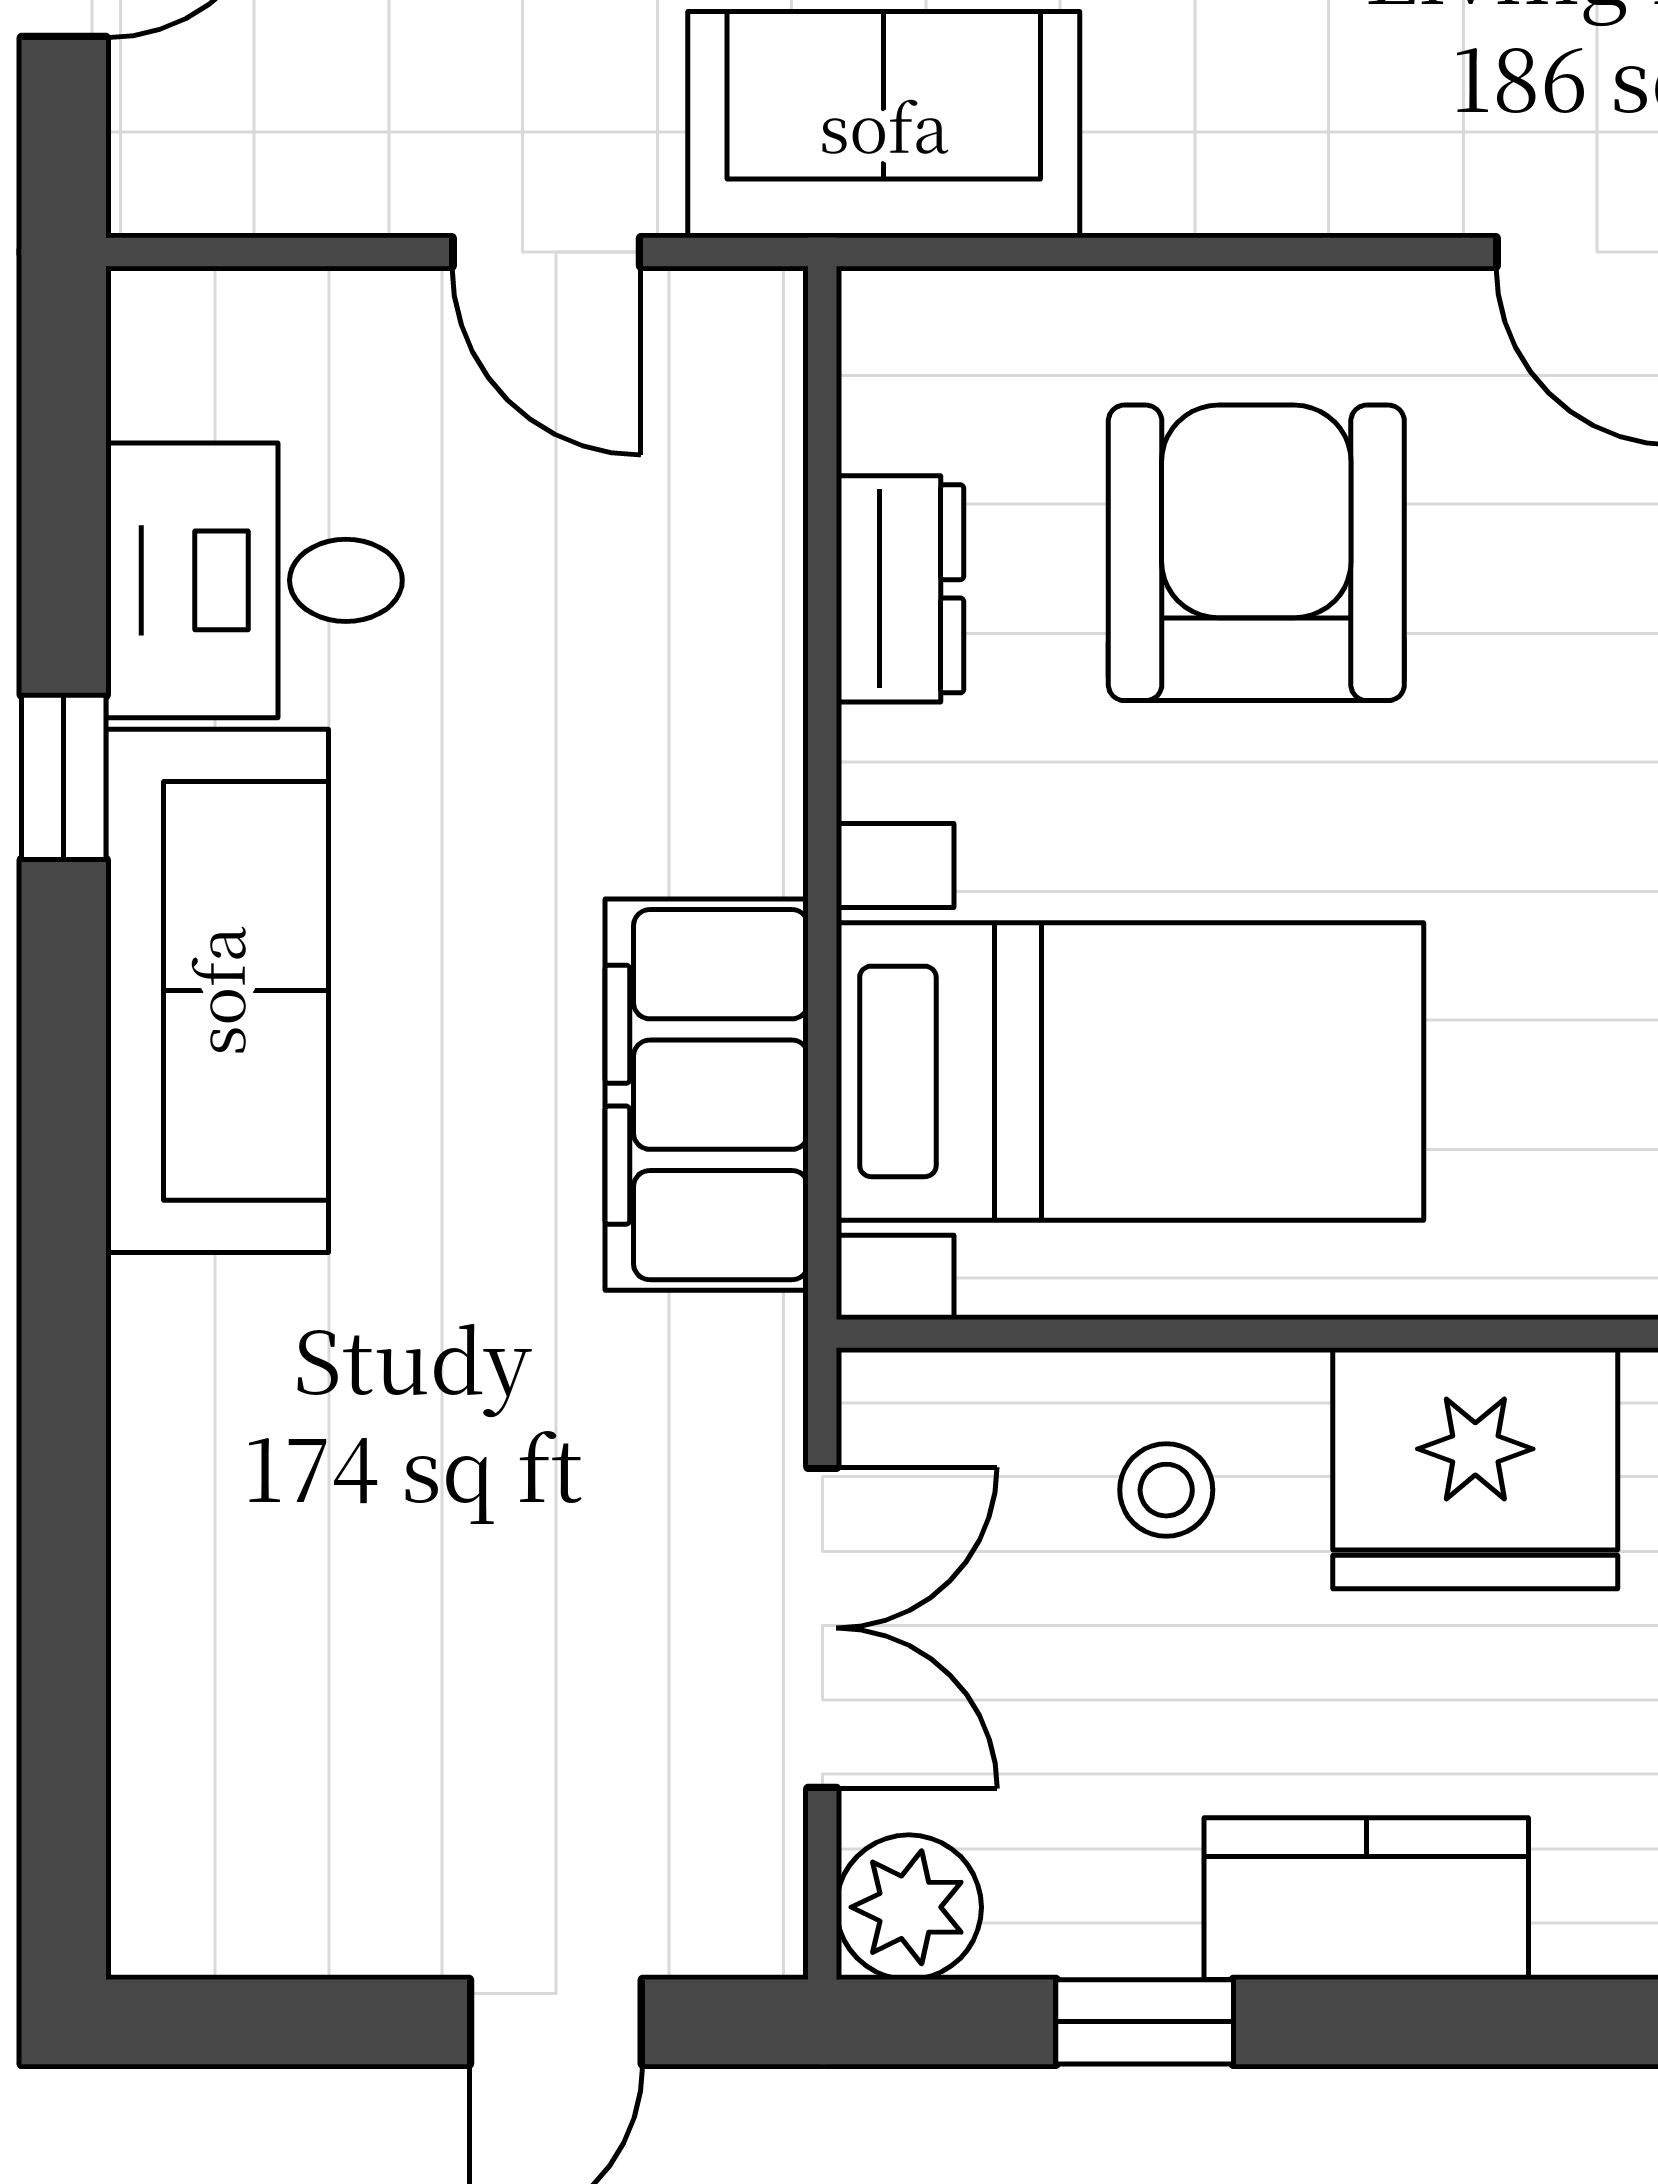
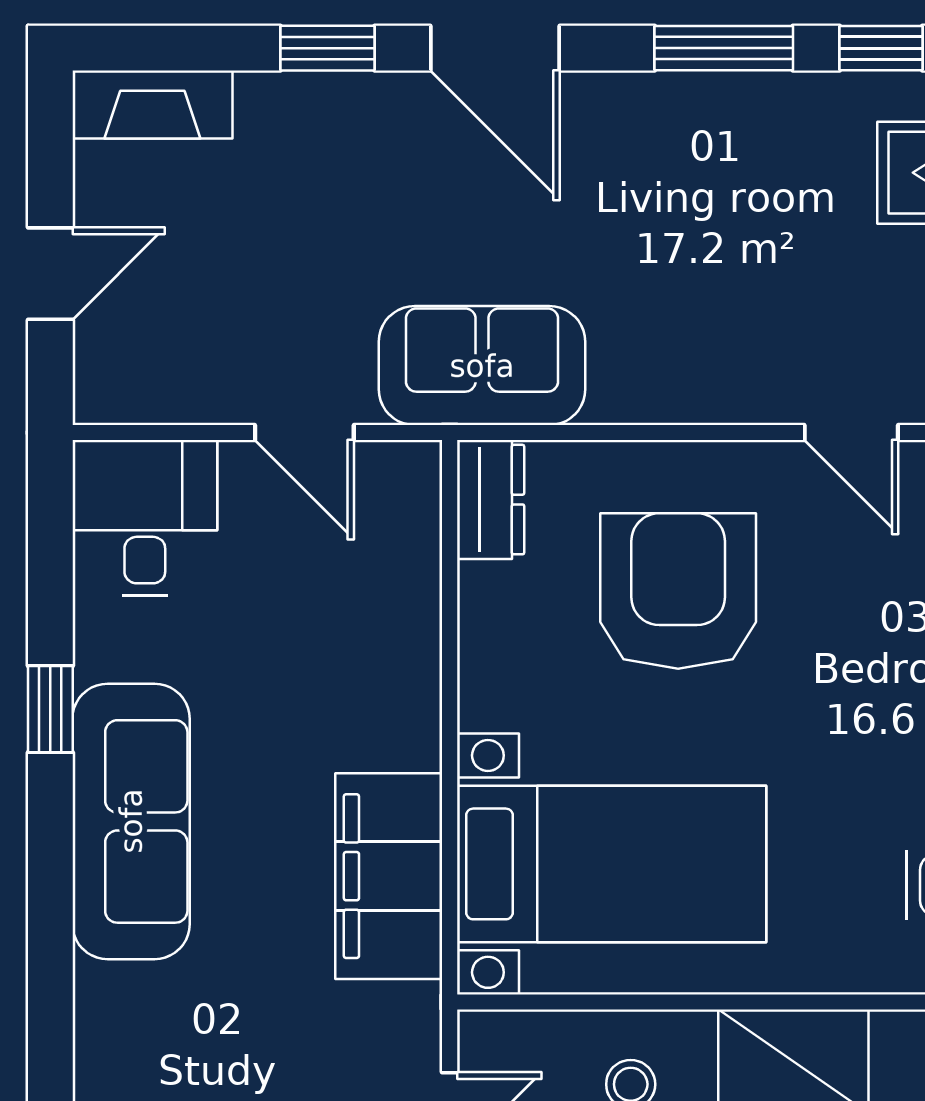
desk: (254, 580) -> (145, 518), moved, turned 90
dresser: (900, 589) -> (491, 500), moved

